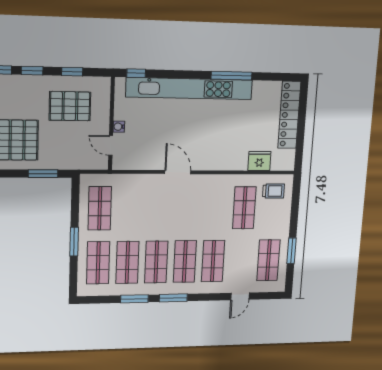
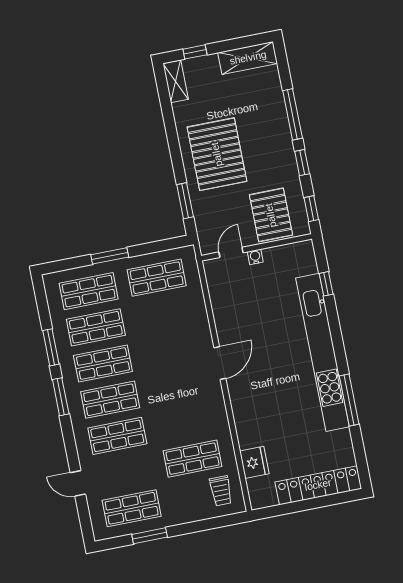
wall: (111, 124) -> (257, 247), moved
water cooler: (119, 127) -> (255, 257), moved
door: (111, 145) -> (231, 252), moved

